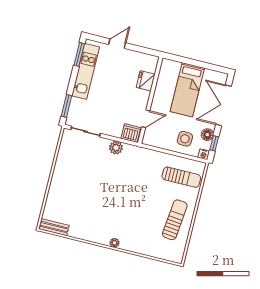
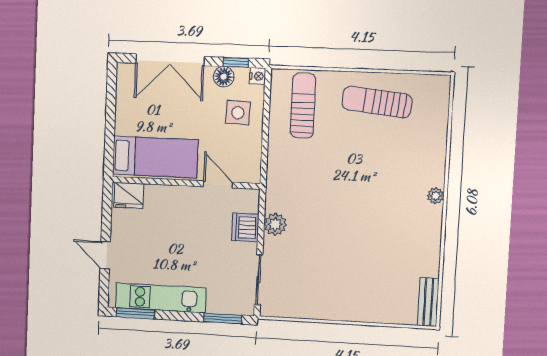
fridge: (146, 81) -> (129, 195), moved
bed: (187, 90) -> (155, 157), moved
dishwasher: (131, 133) -> (245, 227), moved

